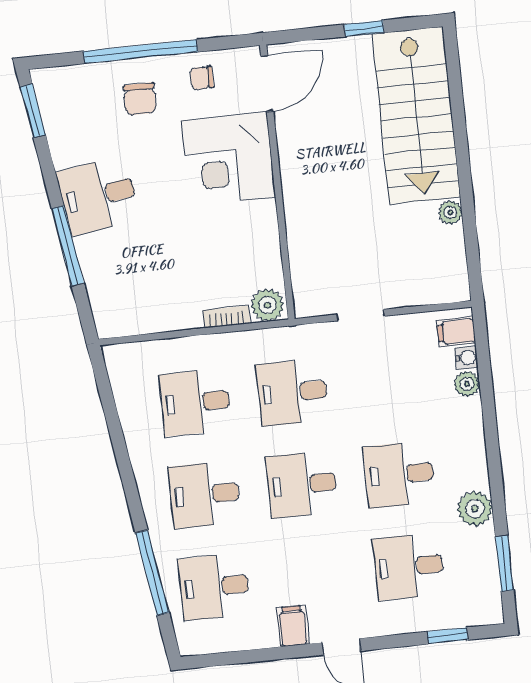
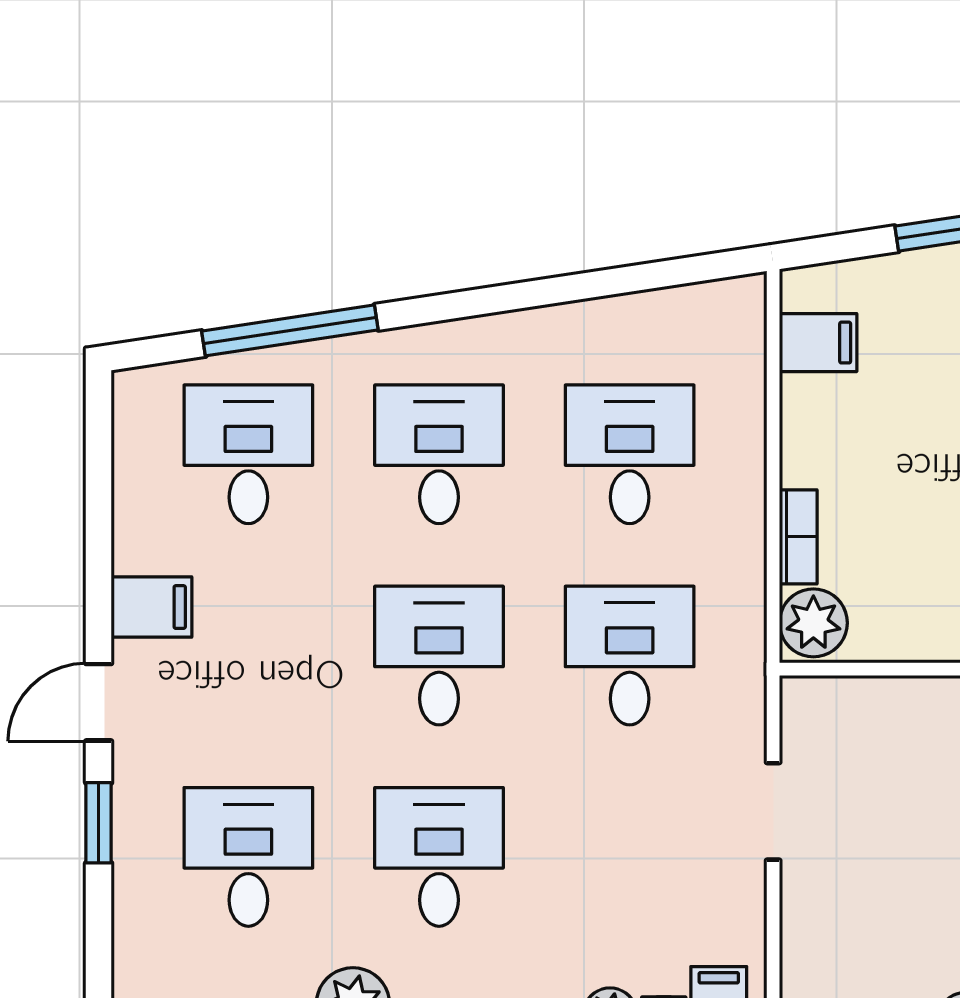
filing cabinet: (132, 317) -> (818, 343), added
window: (447, 636) -> (99, 823), moved

